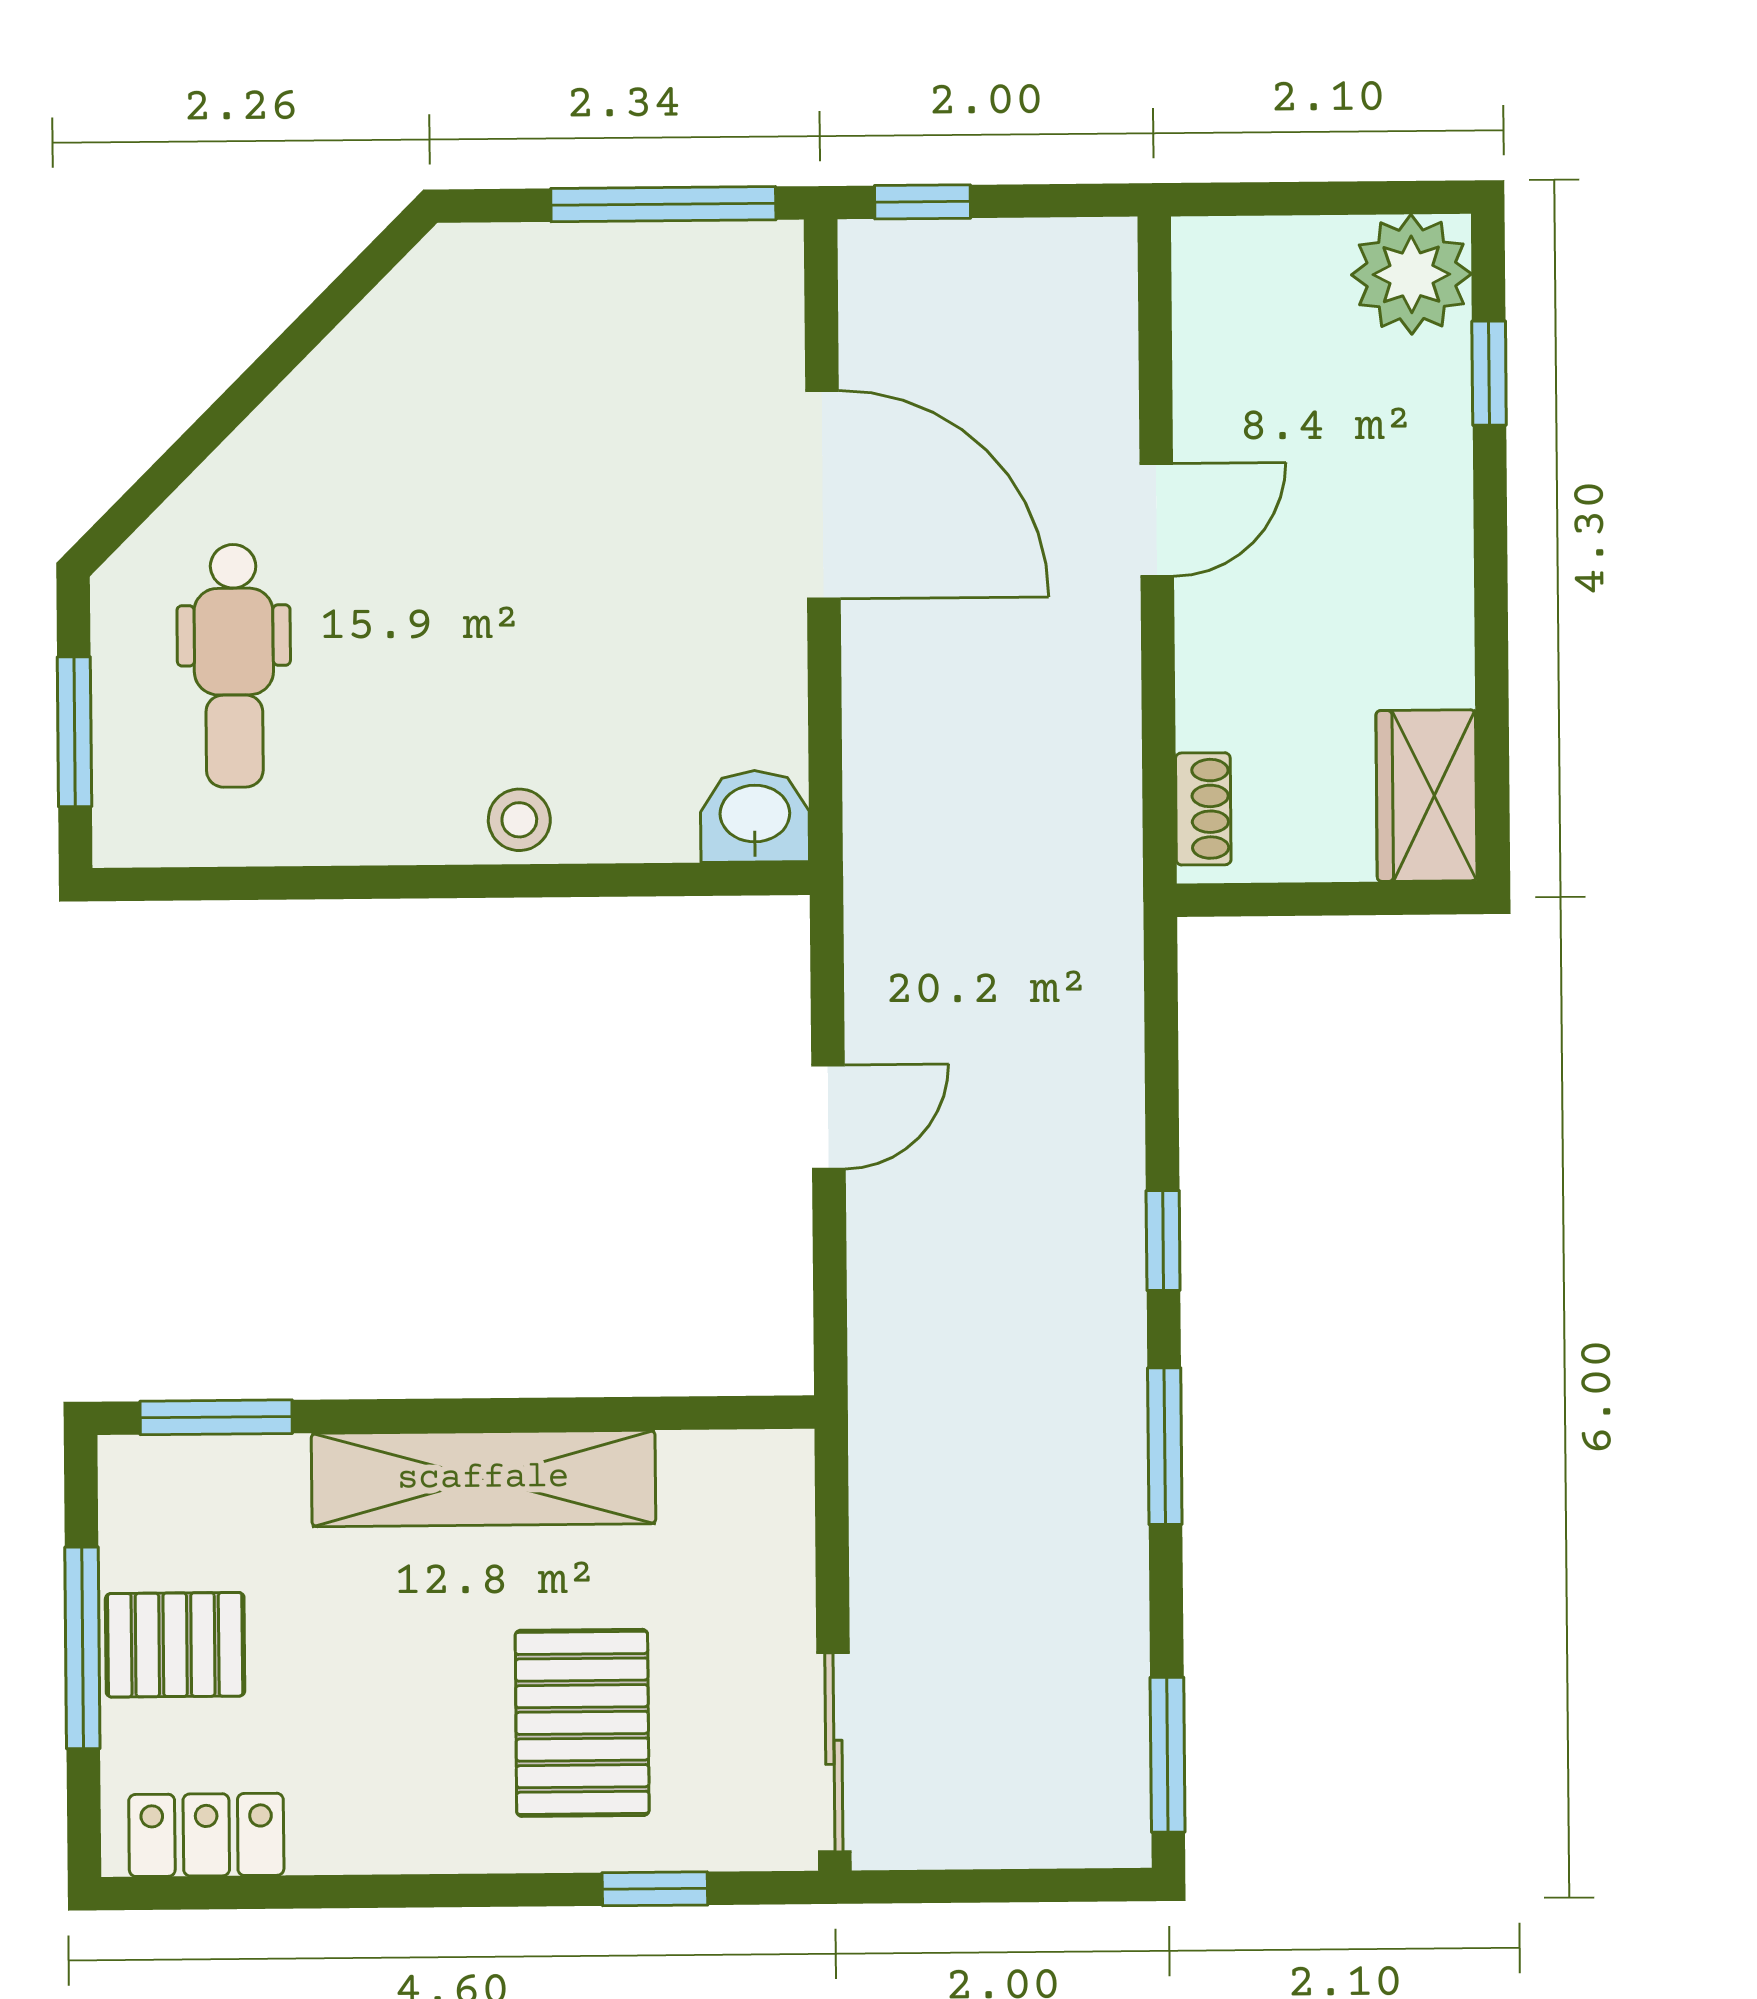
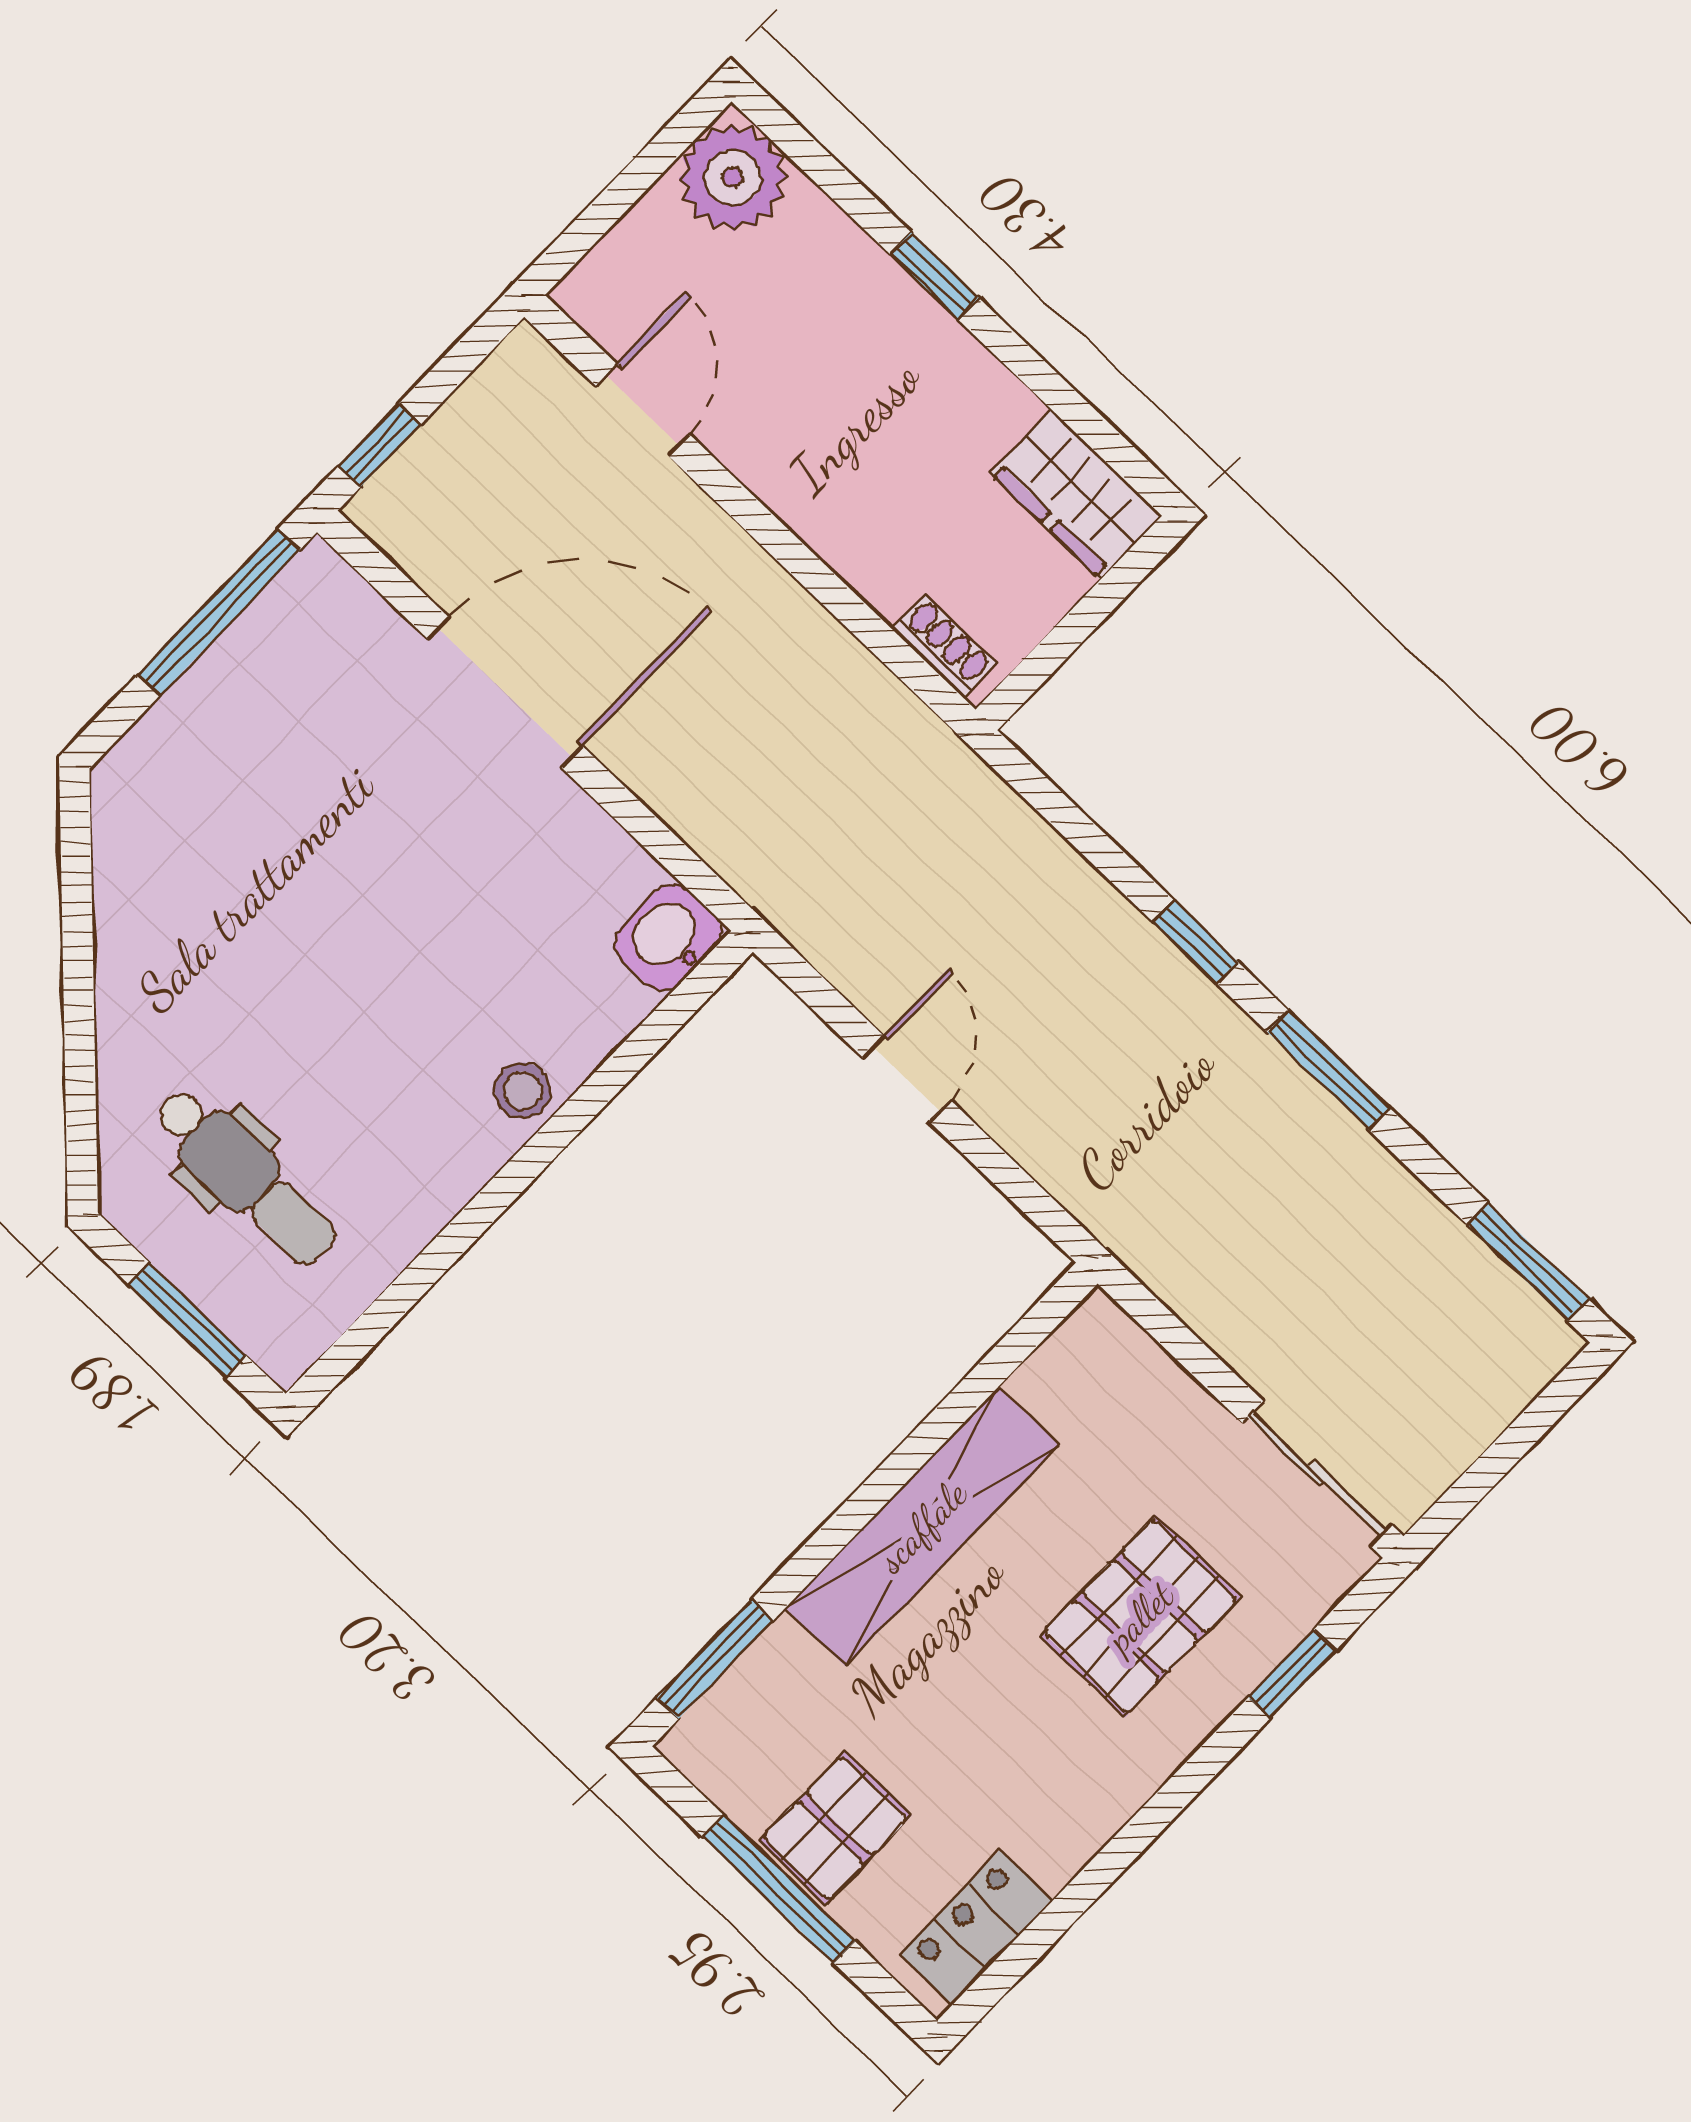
window: (1489, 373) -> (934, 276), moved
door: (1157, 520) -> (643, 410), moved
pallet: (582, 1723) -> (1140, 1616), turned 90

